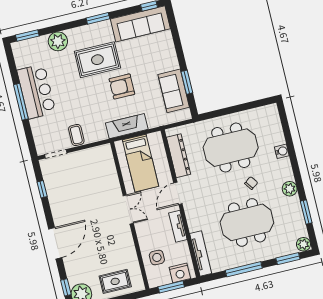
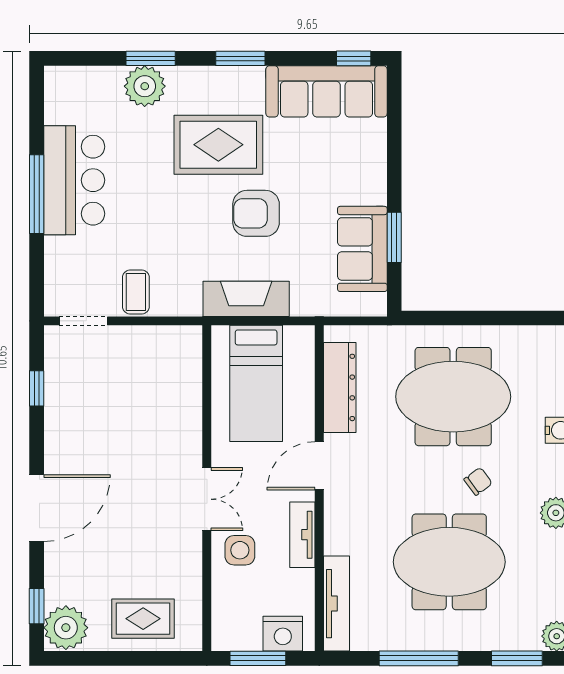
window: (27, 35) -> (151, 58), moved
double door: (128, 209) -> (207, 499), moved
side table: (157, 257) -> (240, 550), moved

